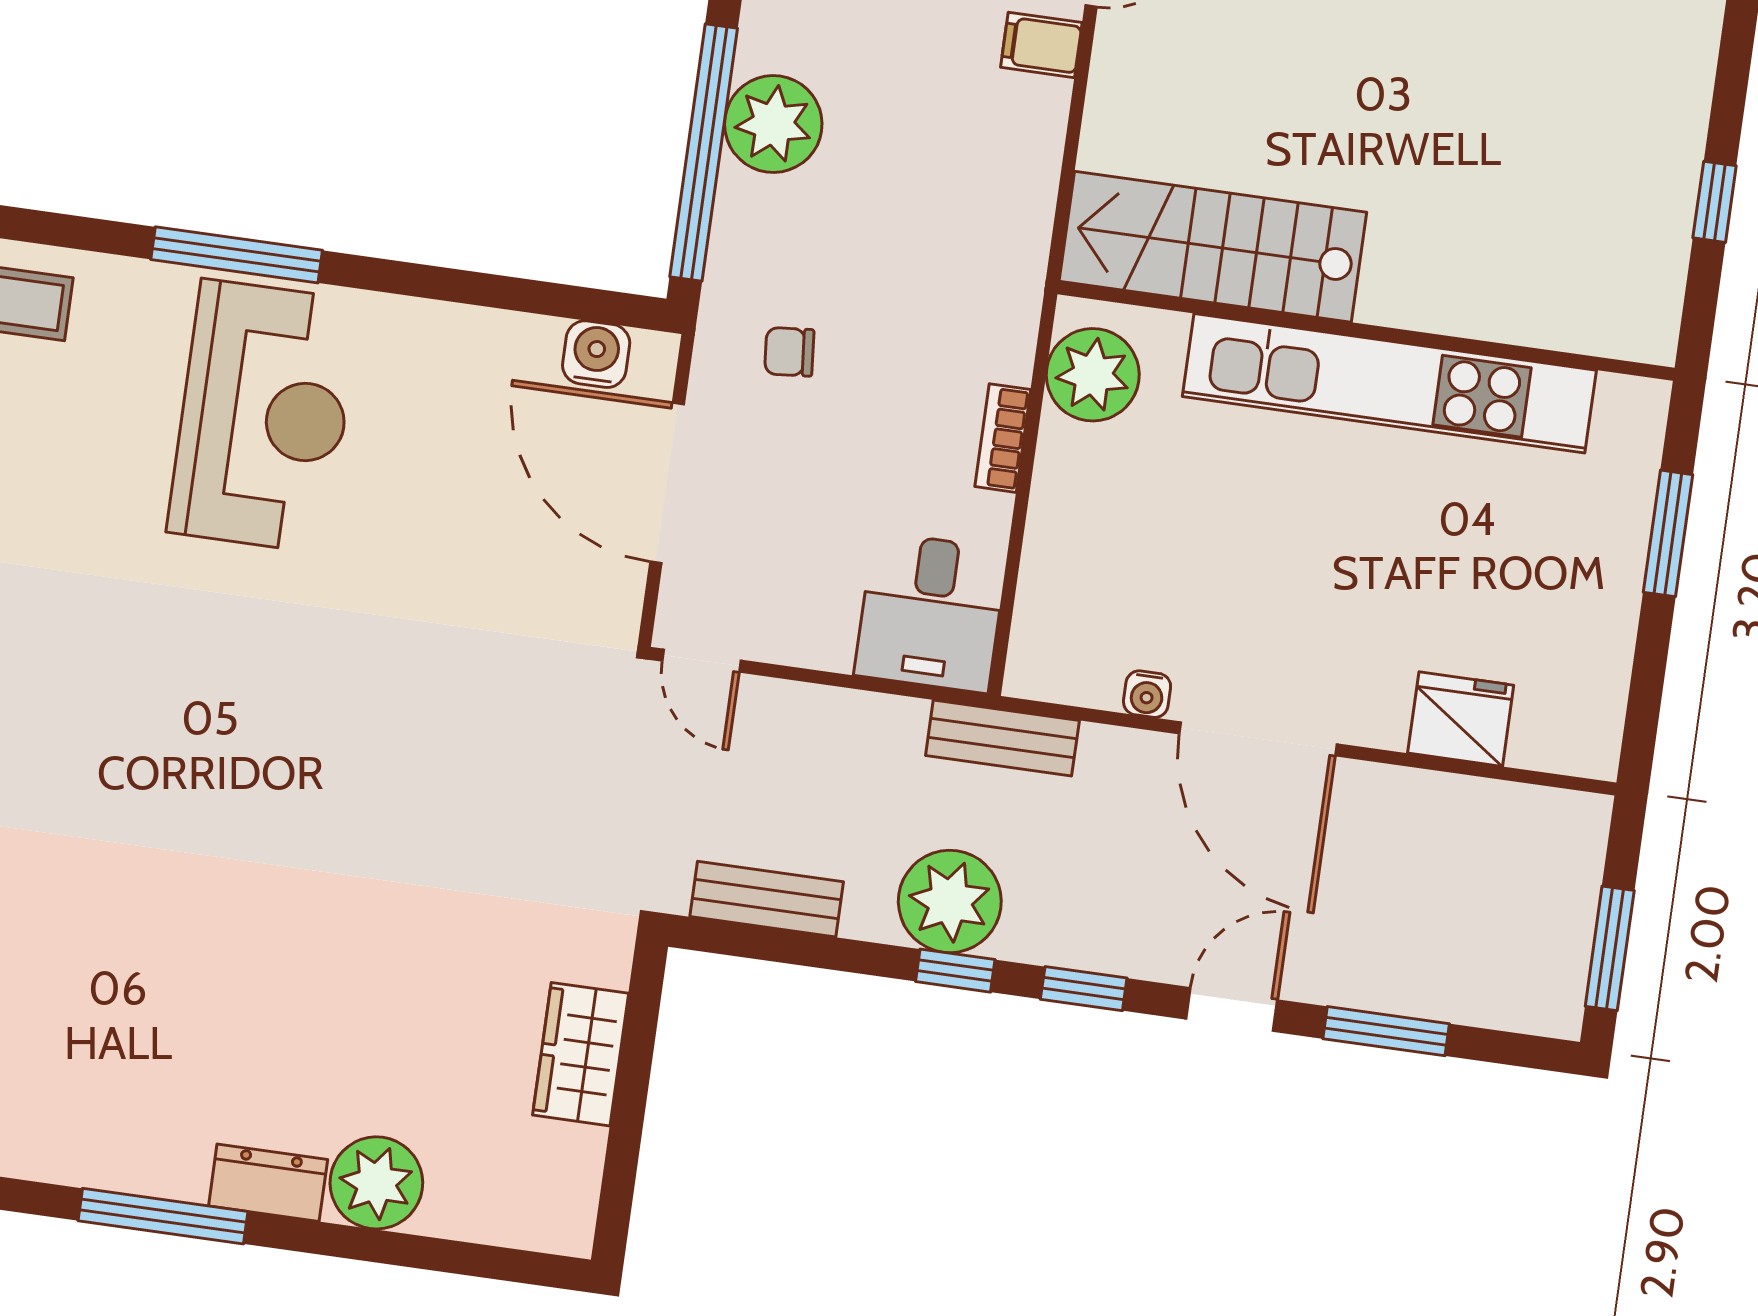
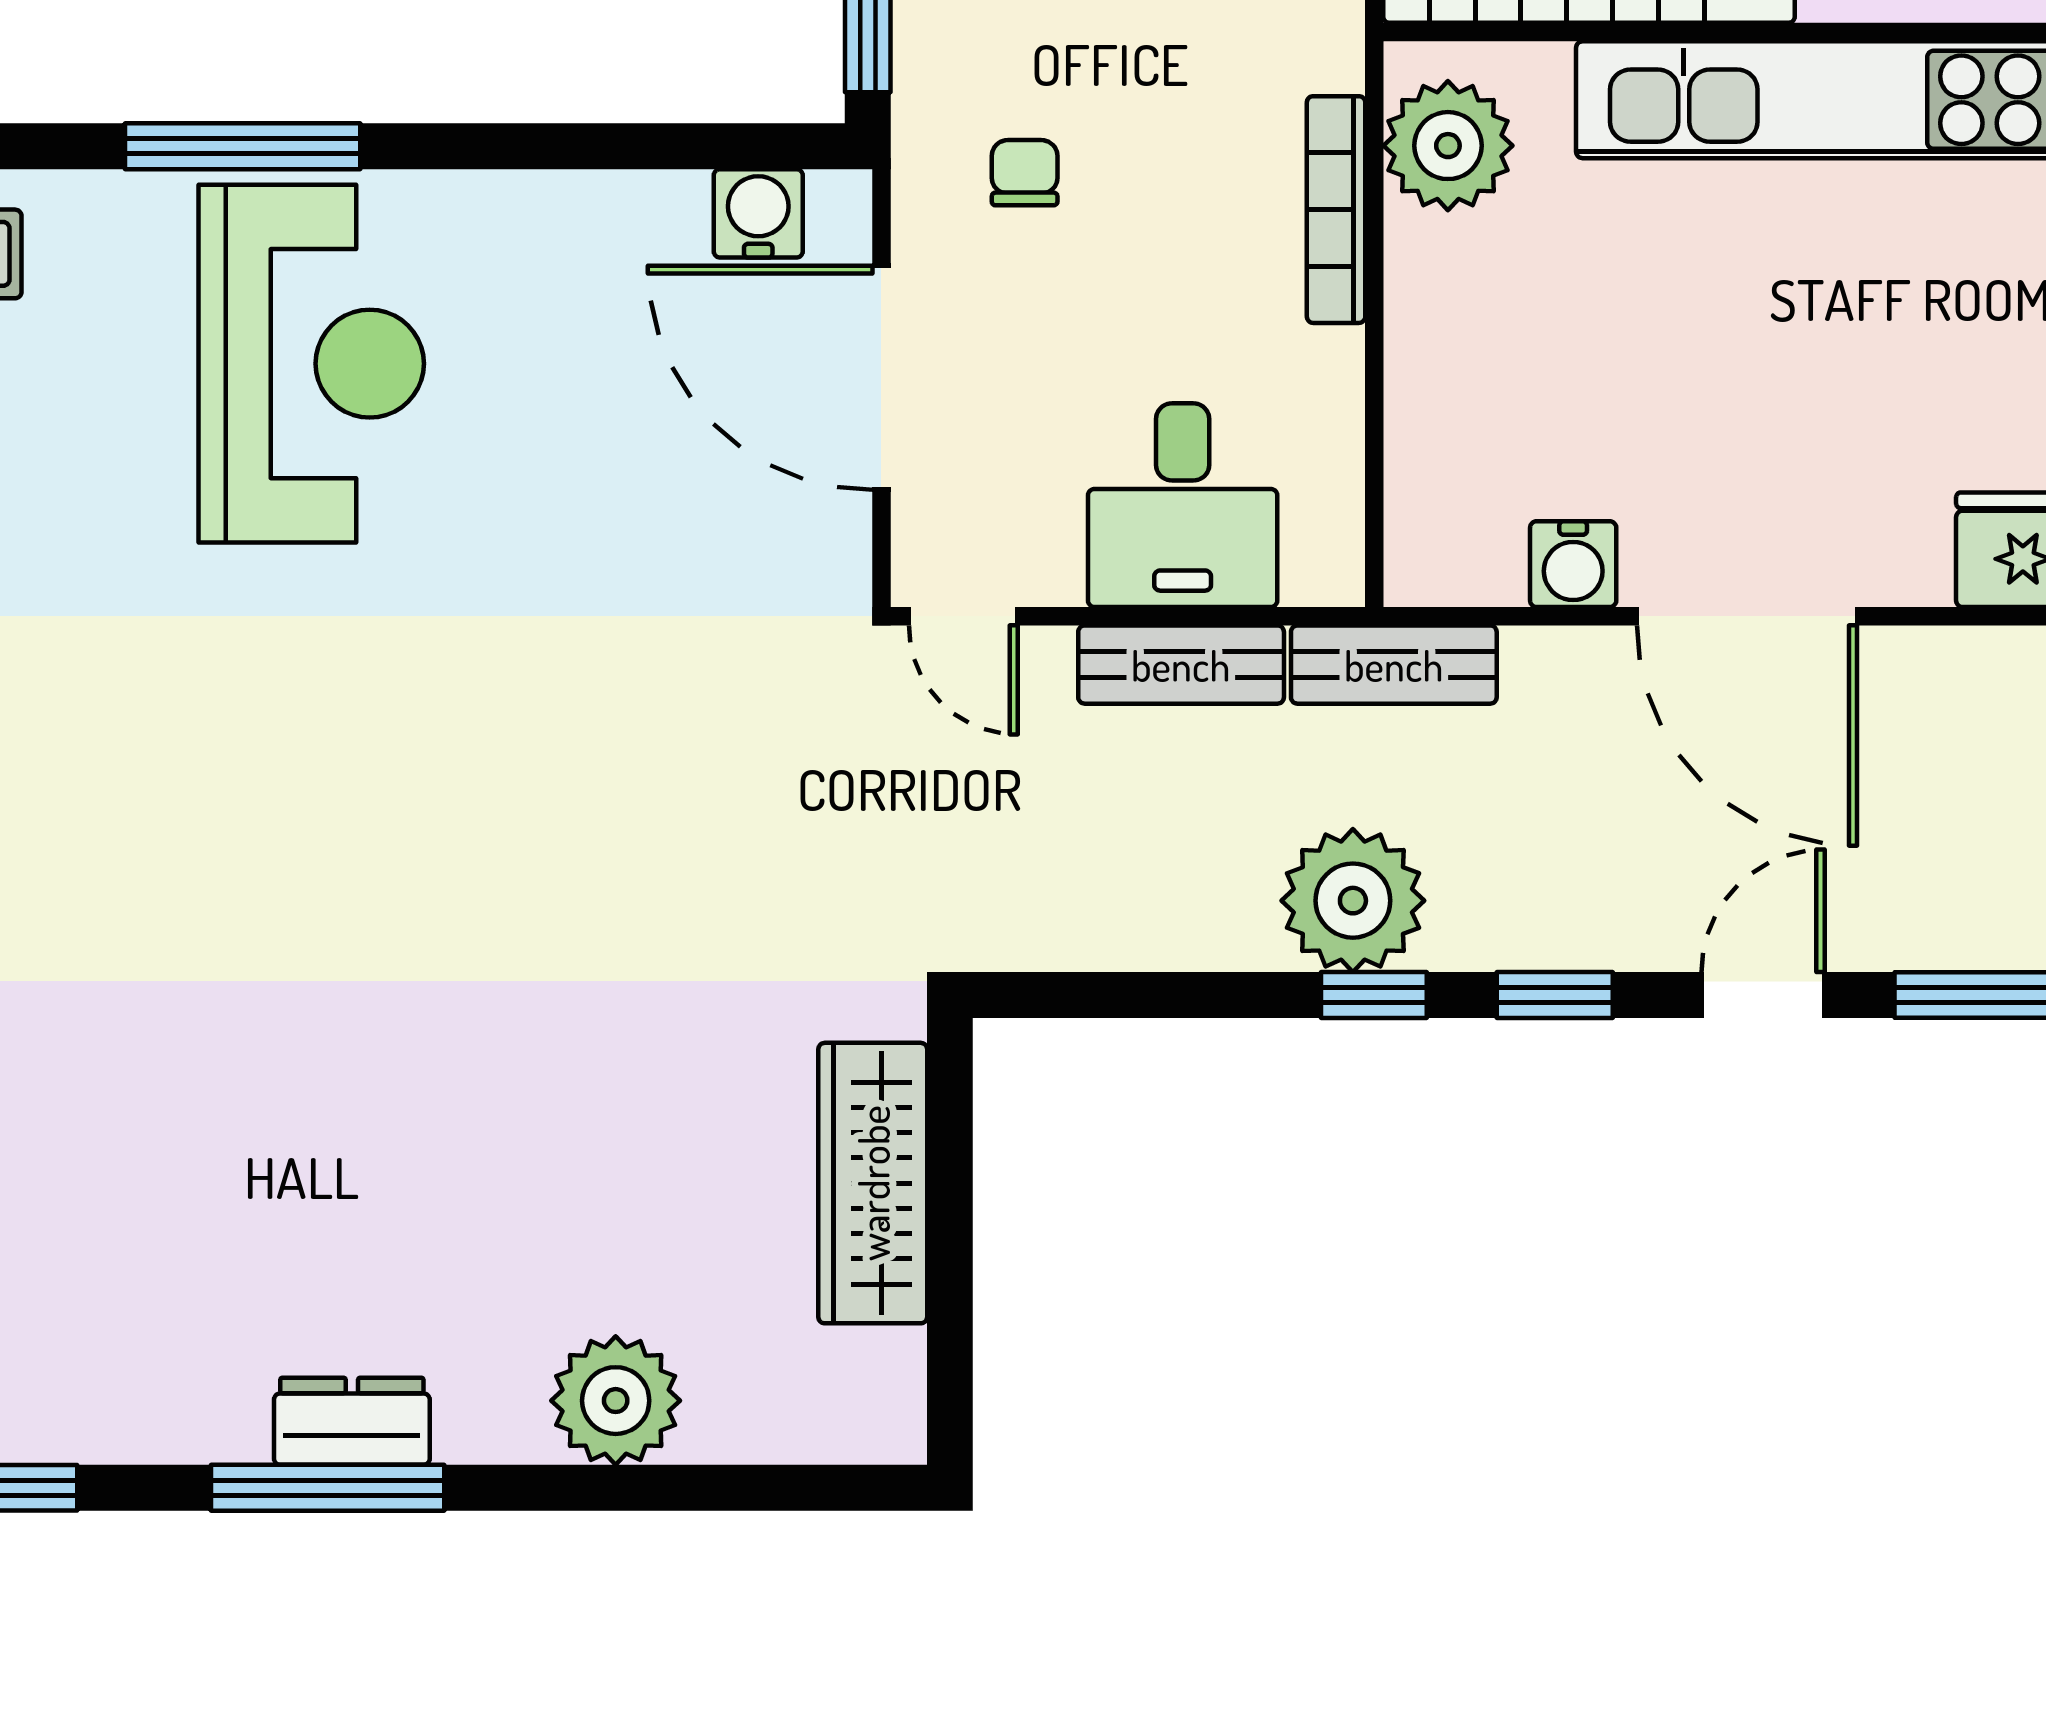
chair: (789, 352) -> (1025, 173), turned 95
bookcase: (1003, 438) -> (1336, 210), width x1.56
desk: (931, 612) -> (1183, 505), moved
water cooler: (1147, 694) -> (1573, 564), width x1.38, depth x1.38
bench: (767, 899) -> (1181, 665), moved
wardrobe: (581, 1054) -> (873, 1183), width x1.50
dresser: (268, 1183) -> (352, 1421), moved

